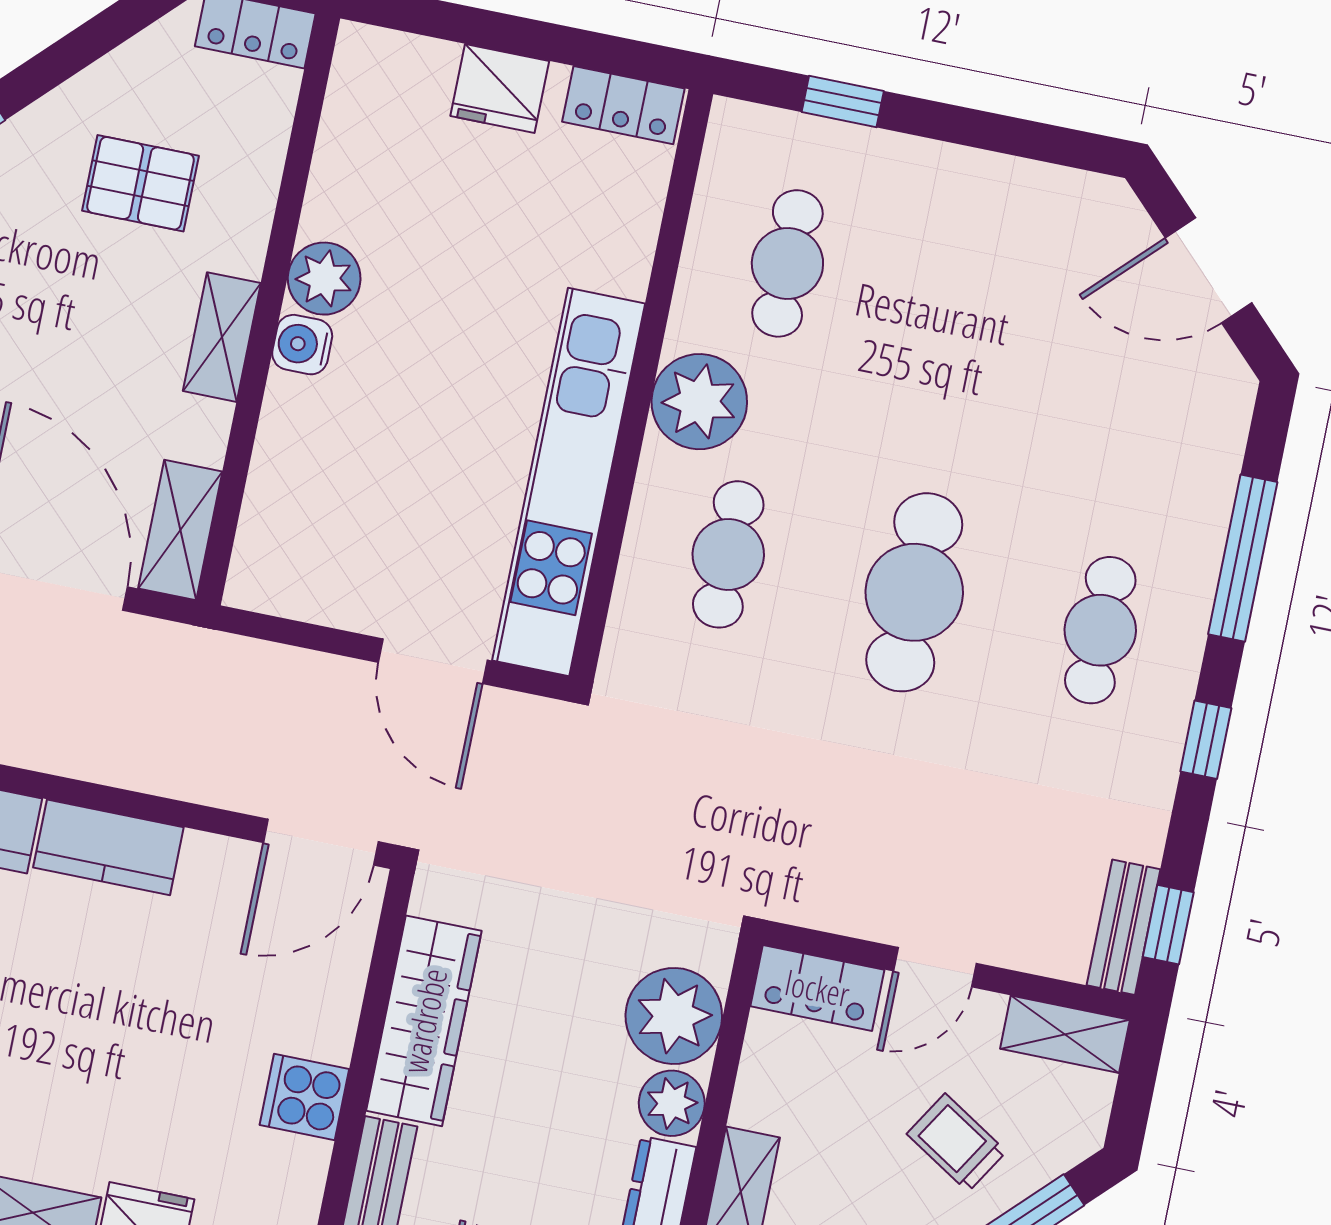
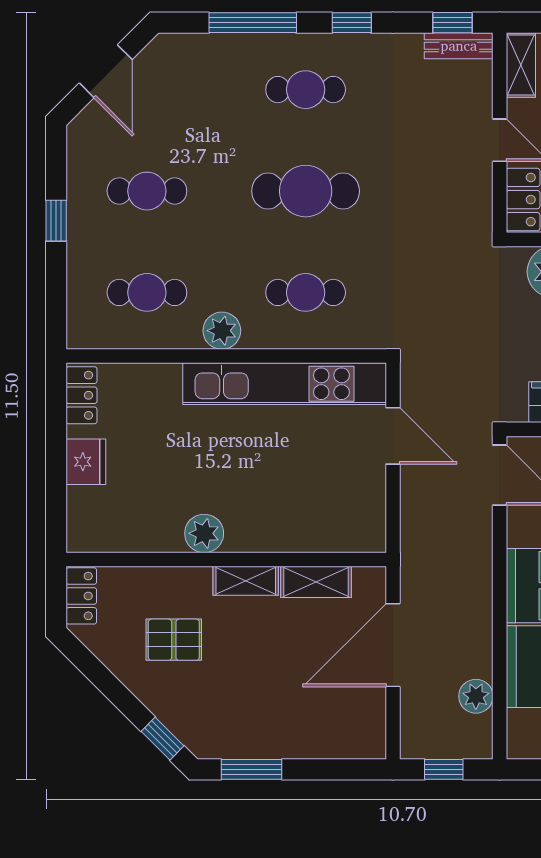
window: (843, 101) -> (56, 221), moved
pallet: (141, 183) -> (174, 640), turned 90
cafe table: (973, 301) -> (147, 191), added
water cooler: (302, 345) -> (241, 538), removed
plant: (699, 402) -> (222, 331), width x0.73, depth x0.73
shelving: (180, 530) -> (316, 582), moved
door: (433, 661) -> (393, 436), hinge flipped

